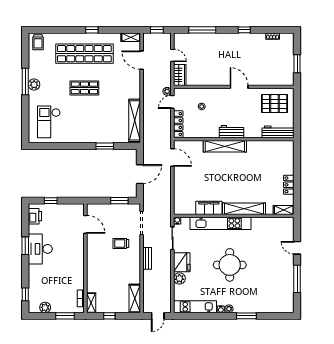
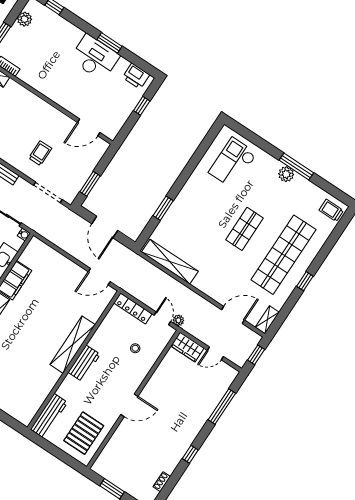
checkout: (49, 122) -> (233, 163), turned -90

